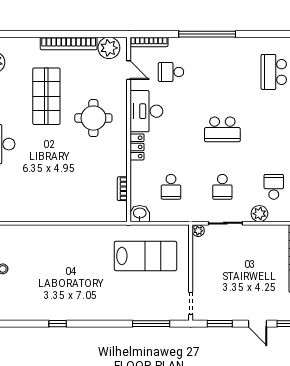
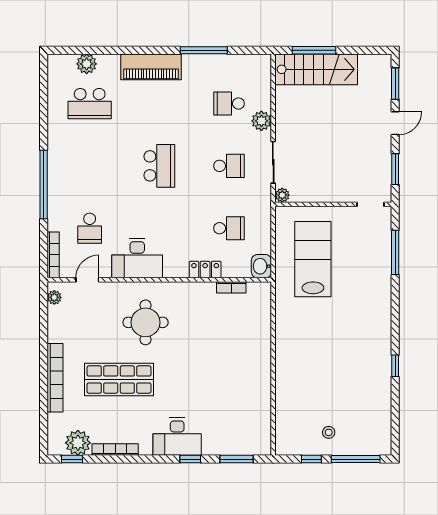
bookcase: (69, 43) -> (55, 378), moved
plant: (109, 48) -> (54, 297), width x0.53, depth x0.53
locker: (137, 147) -> (205, 269), moved

